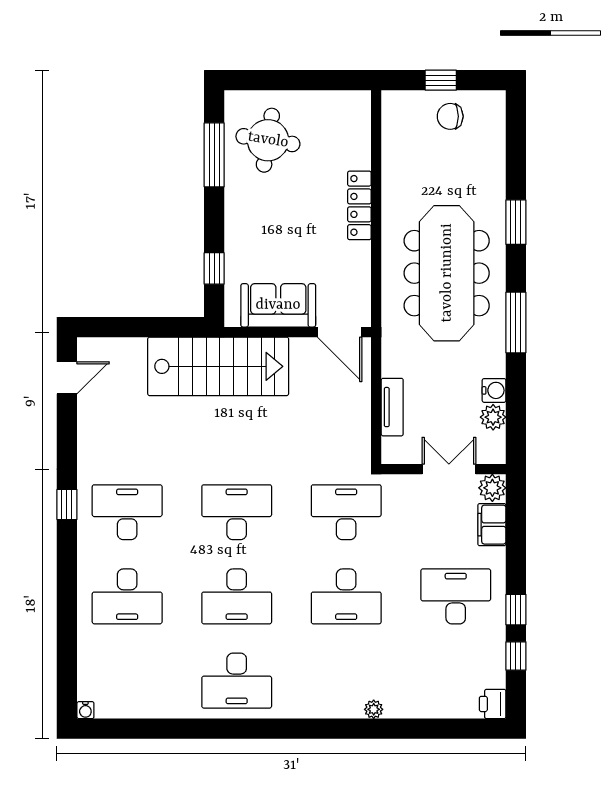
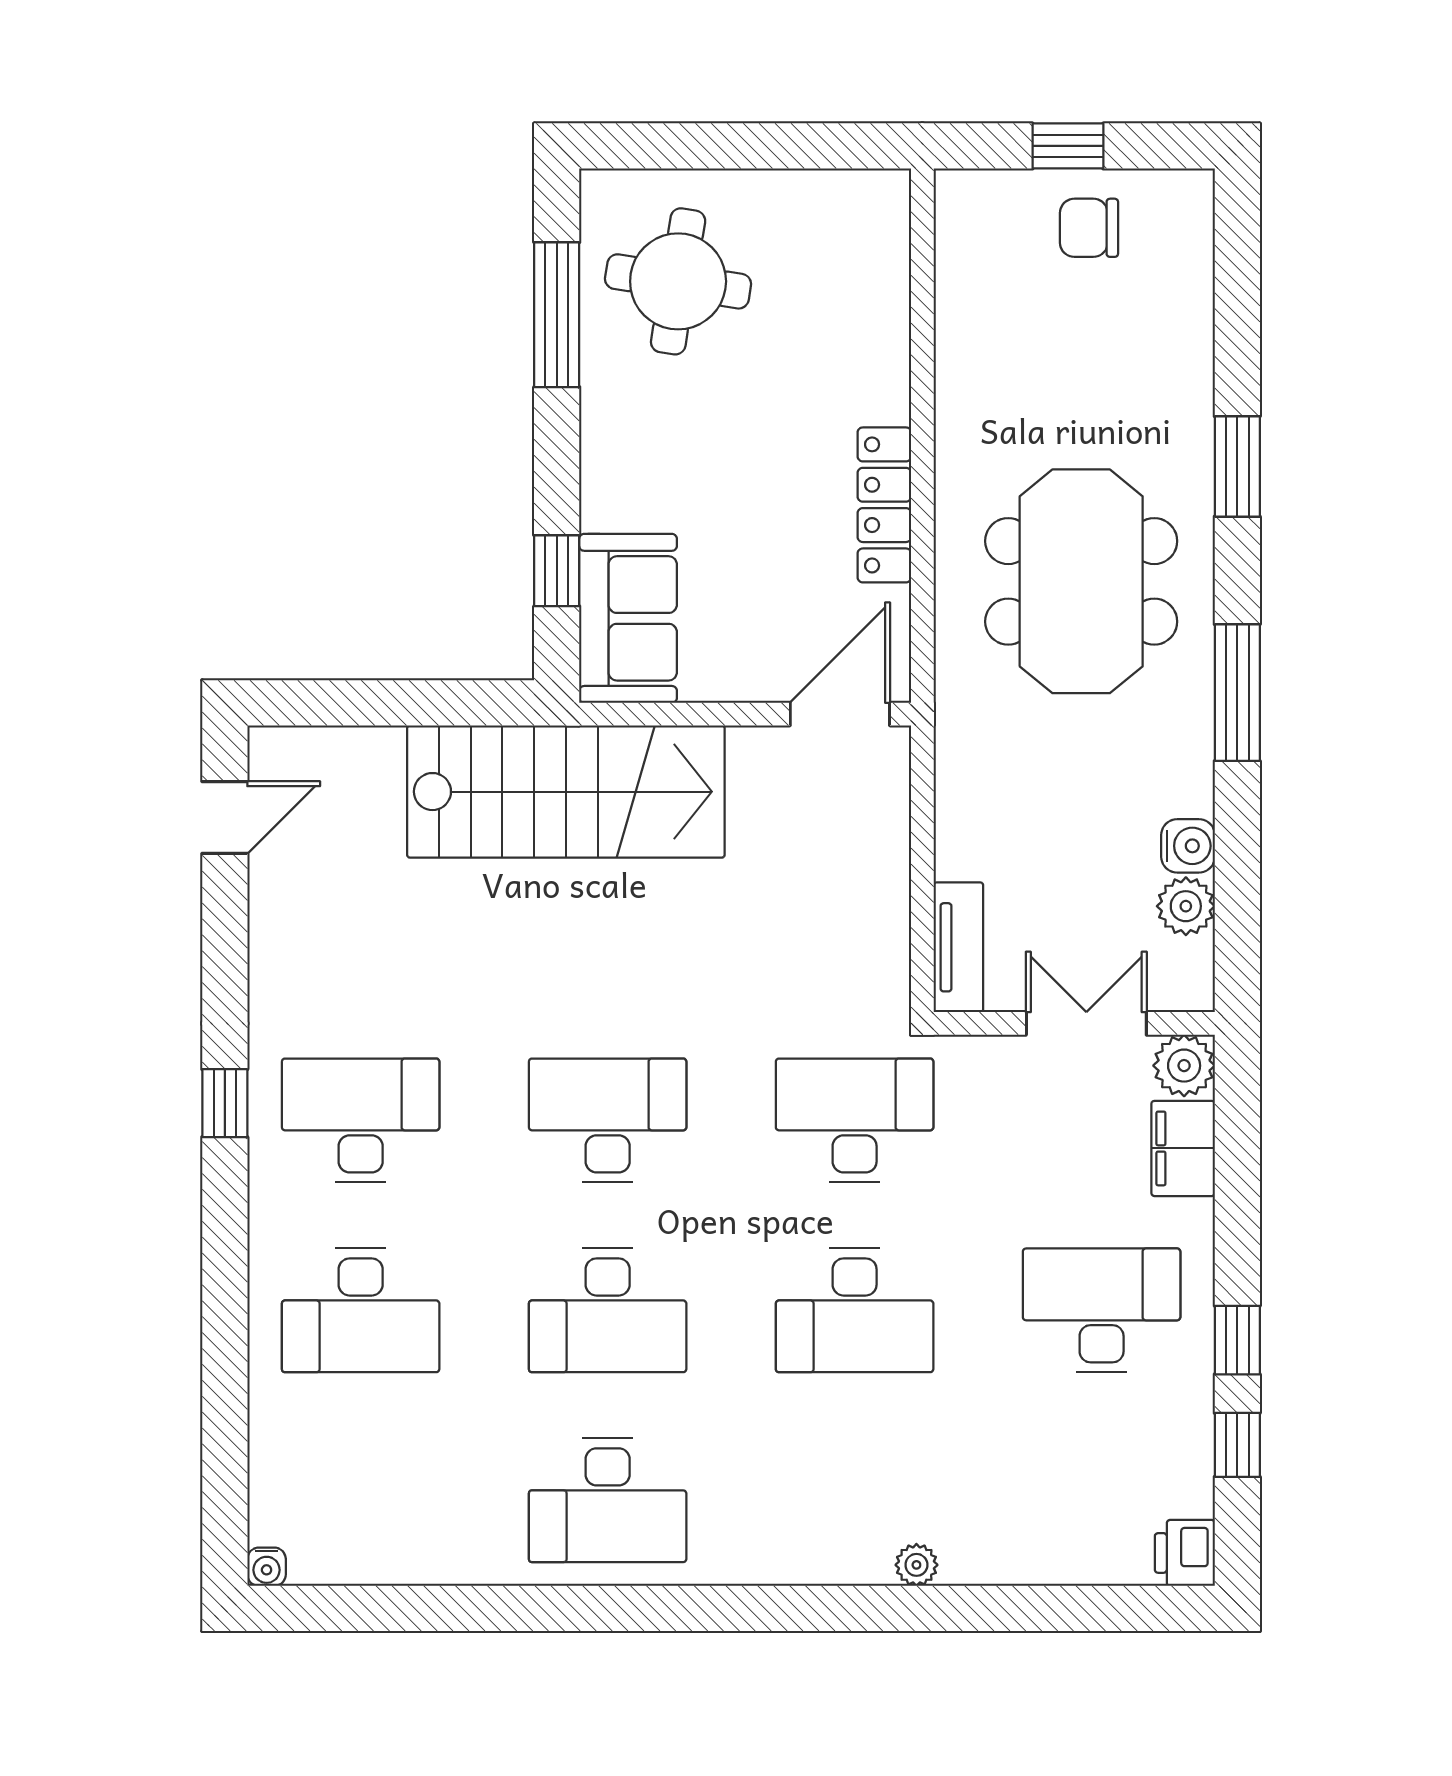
locker: (359, 205) -> (884, 505), moved
meeting table: (447, 273) -> (1081, 581), width x0.73
sofa: (278, 305) -> (628, 618), moved, turned 90
door: (340, 332) -> (840, 714), swing flipped
tv unit: (392, 407) -> (958, 947), moved

